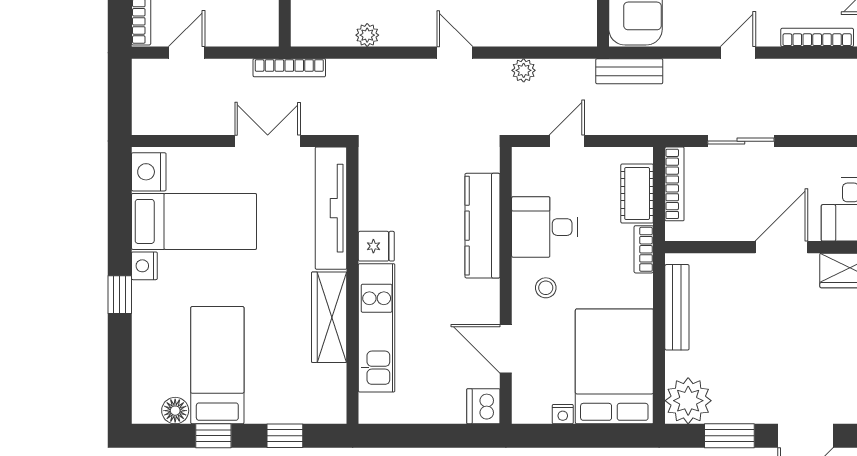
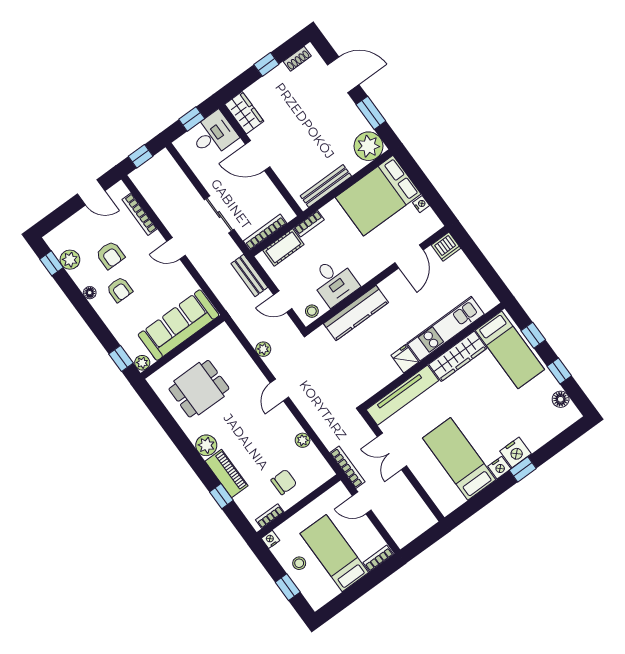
door: (187, 53) -> (362, 503), moved
bench: (629, 71) -> (249, 275), moved
nightstand: (149, 172) -> (516, 452), moved
stool: (546, 288) -> (312, 311), moved
bed: (217, 365) -> (510, 350), moved, turned -90

